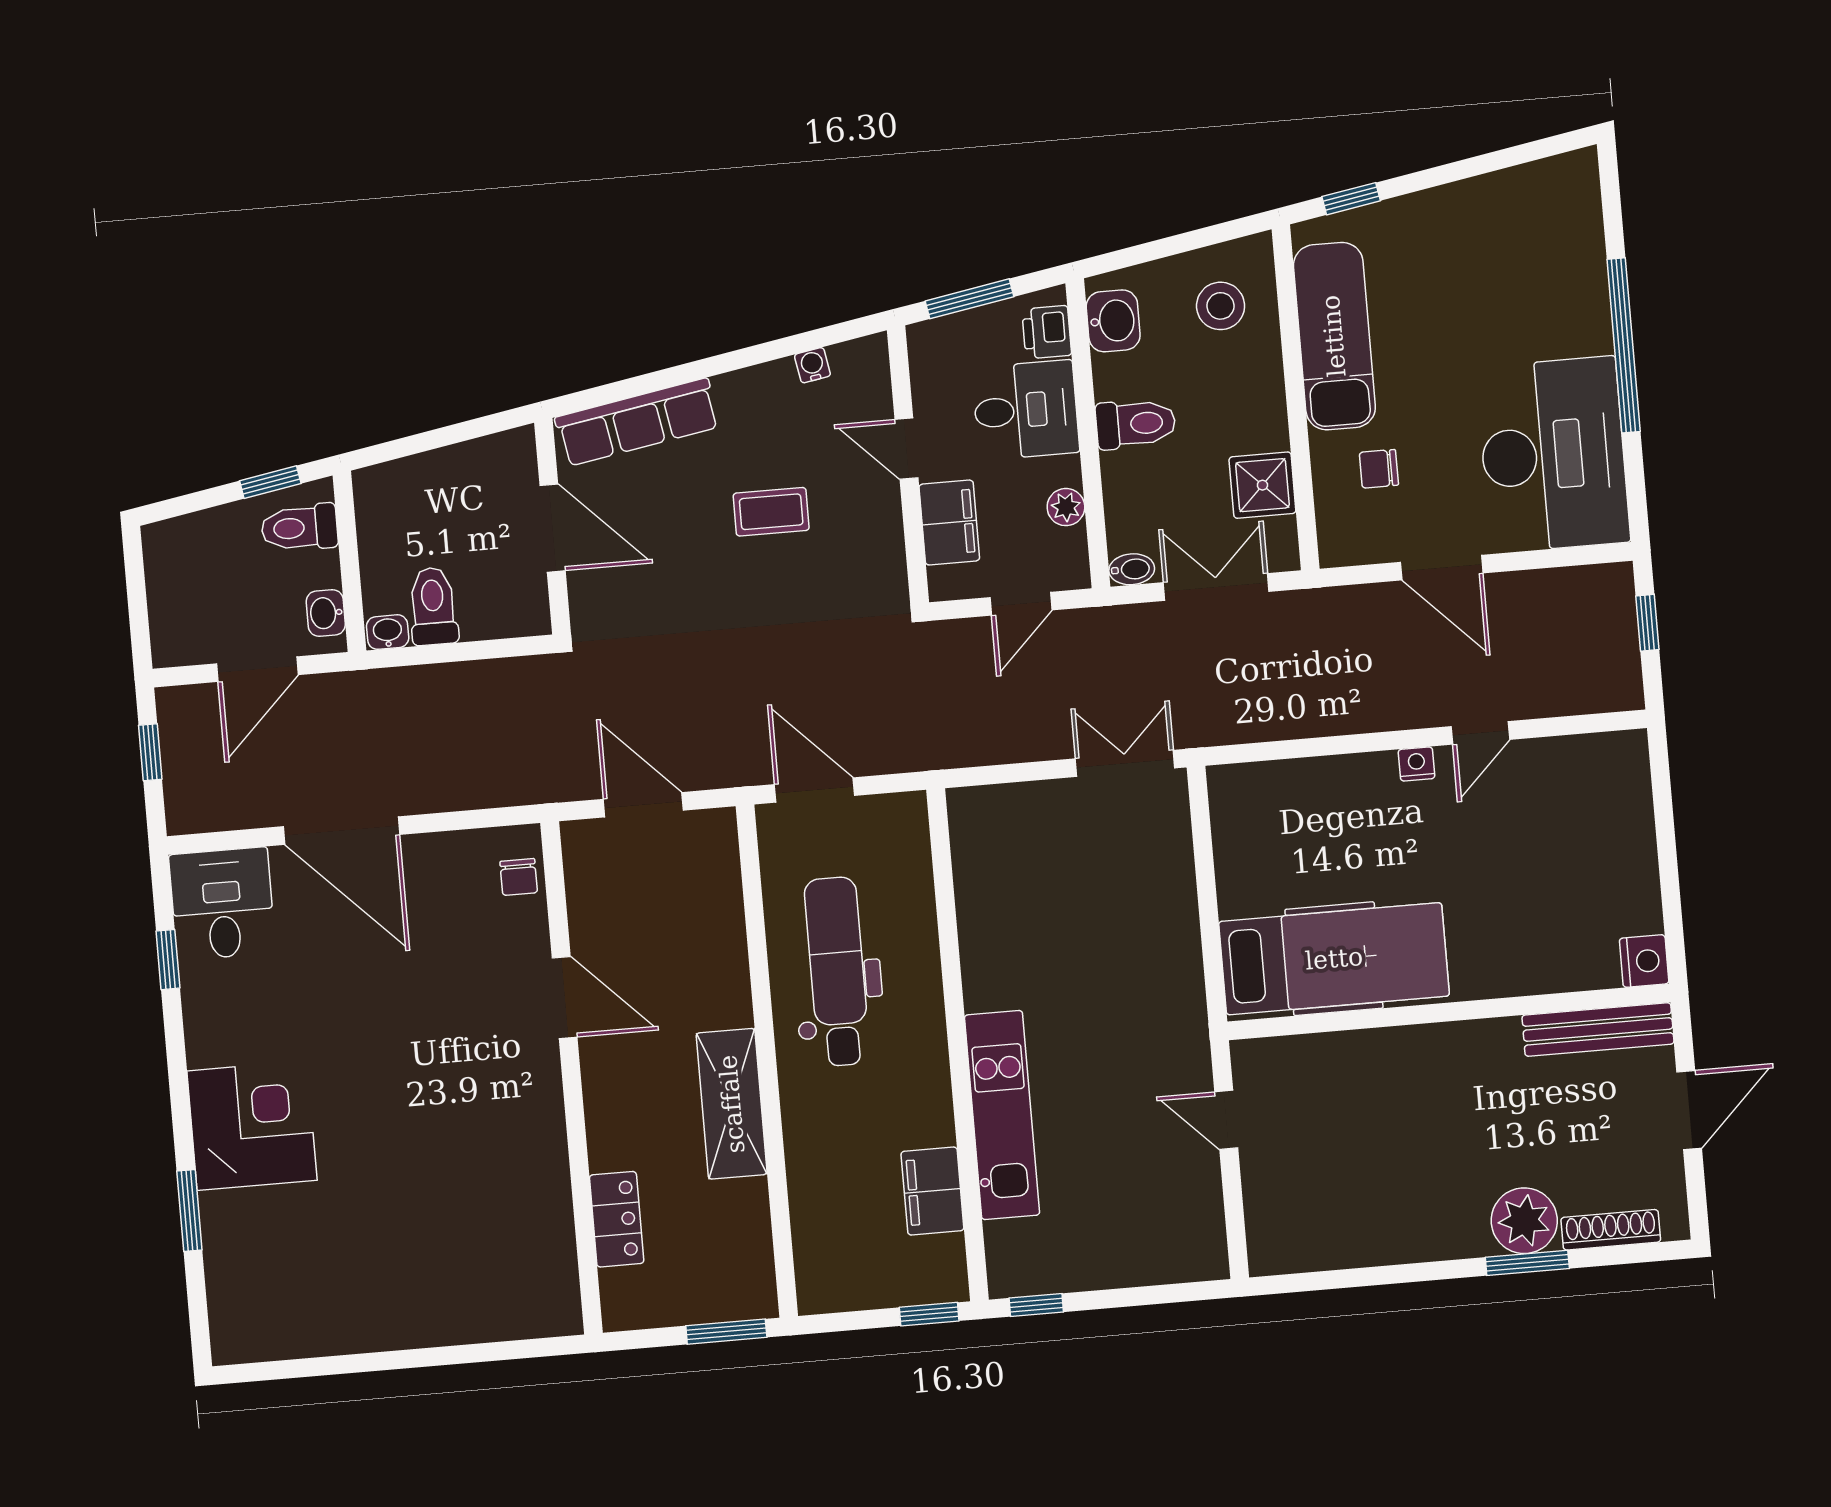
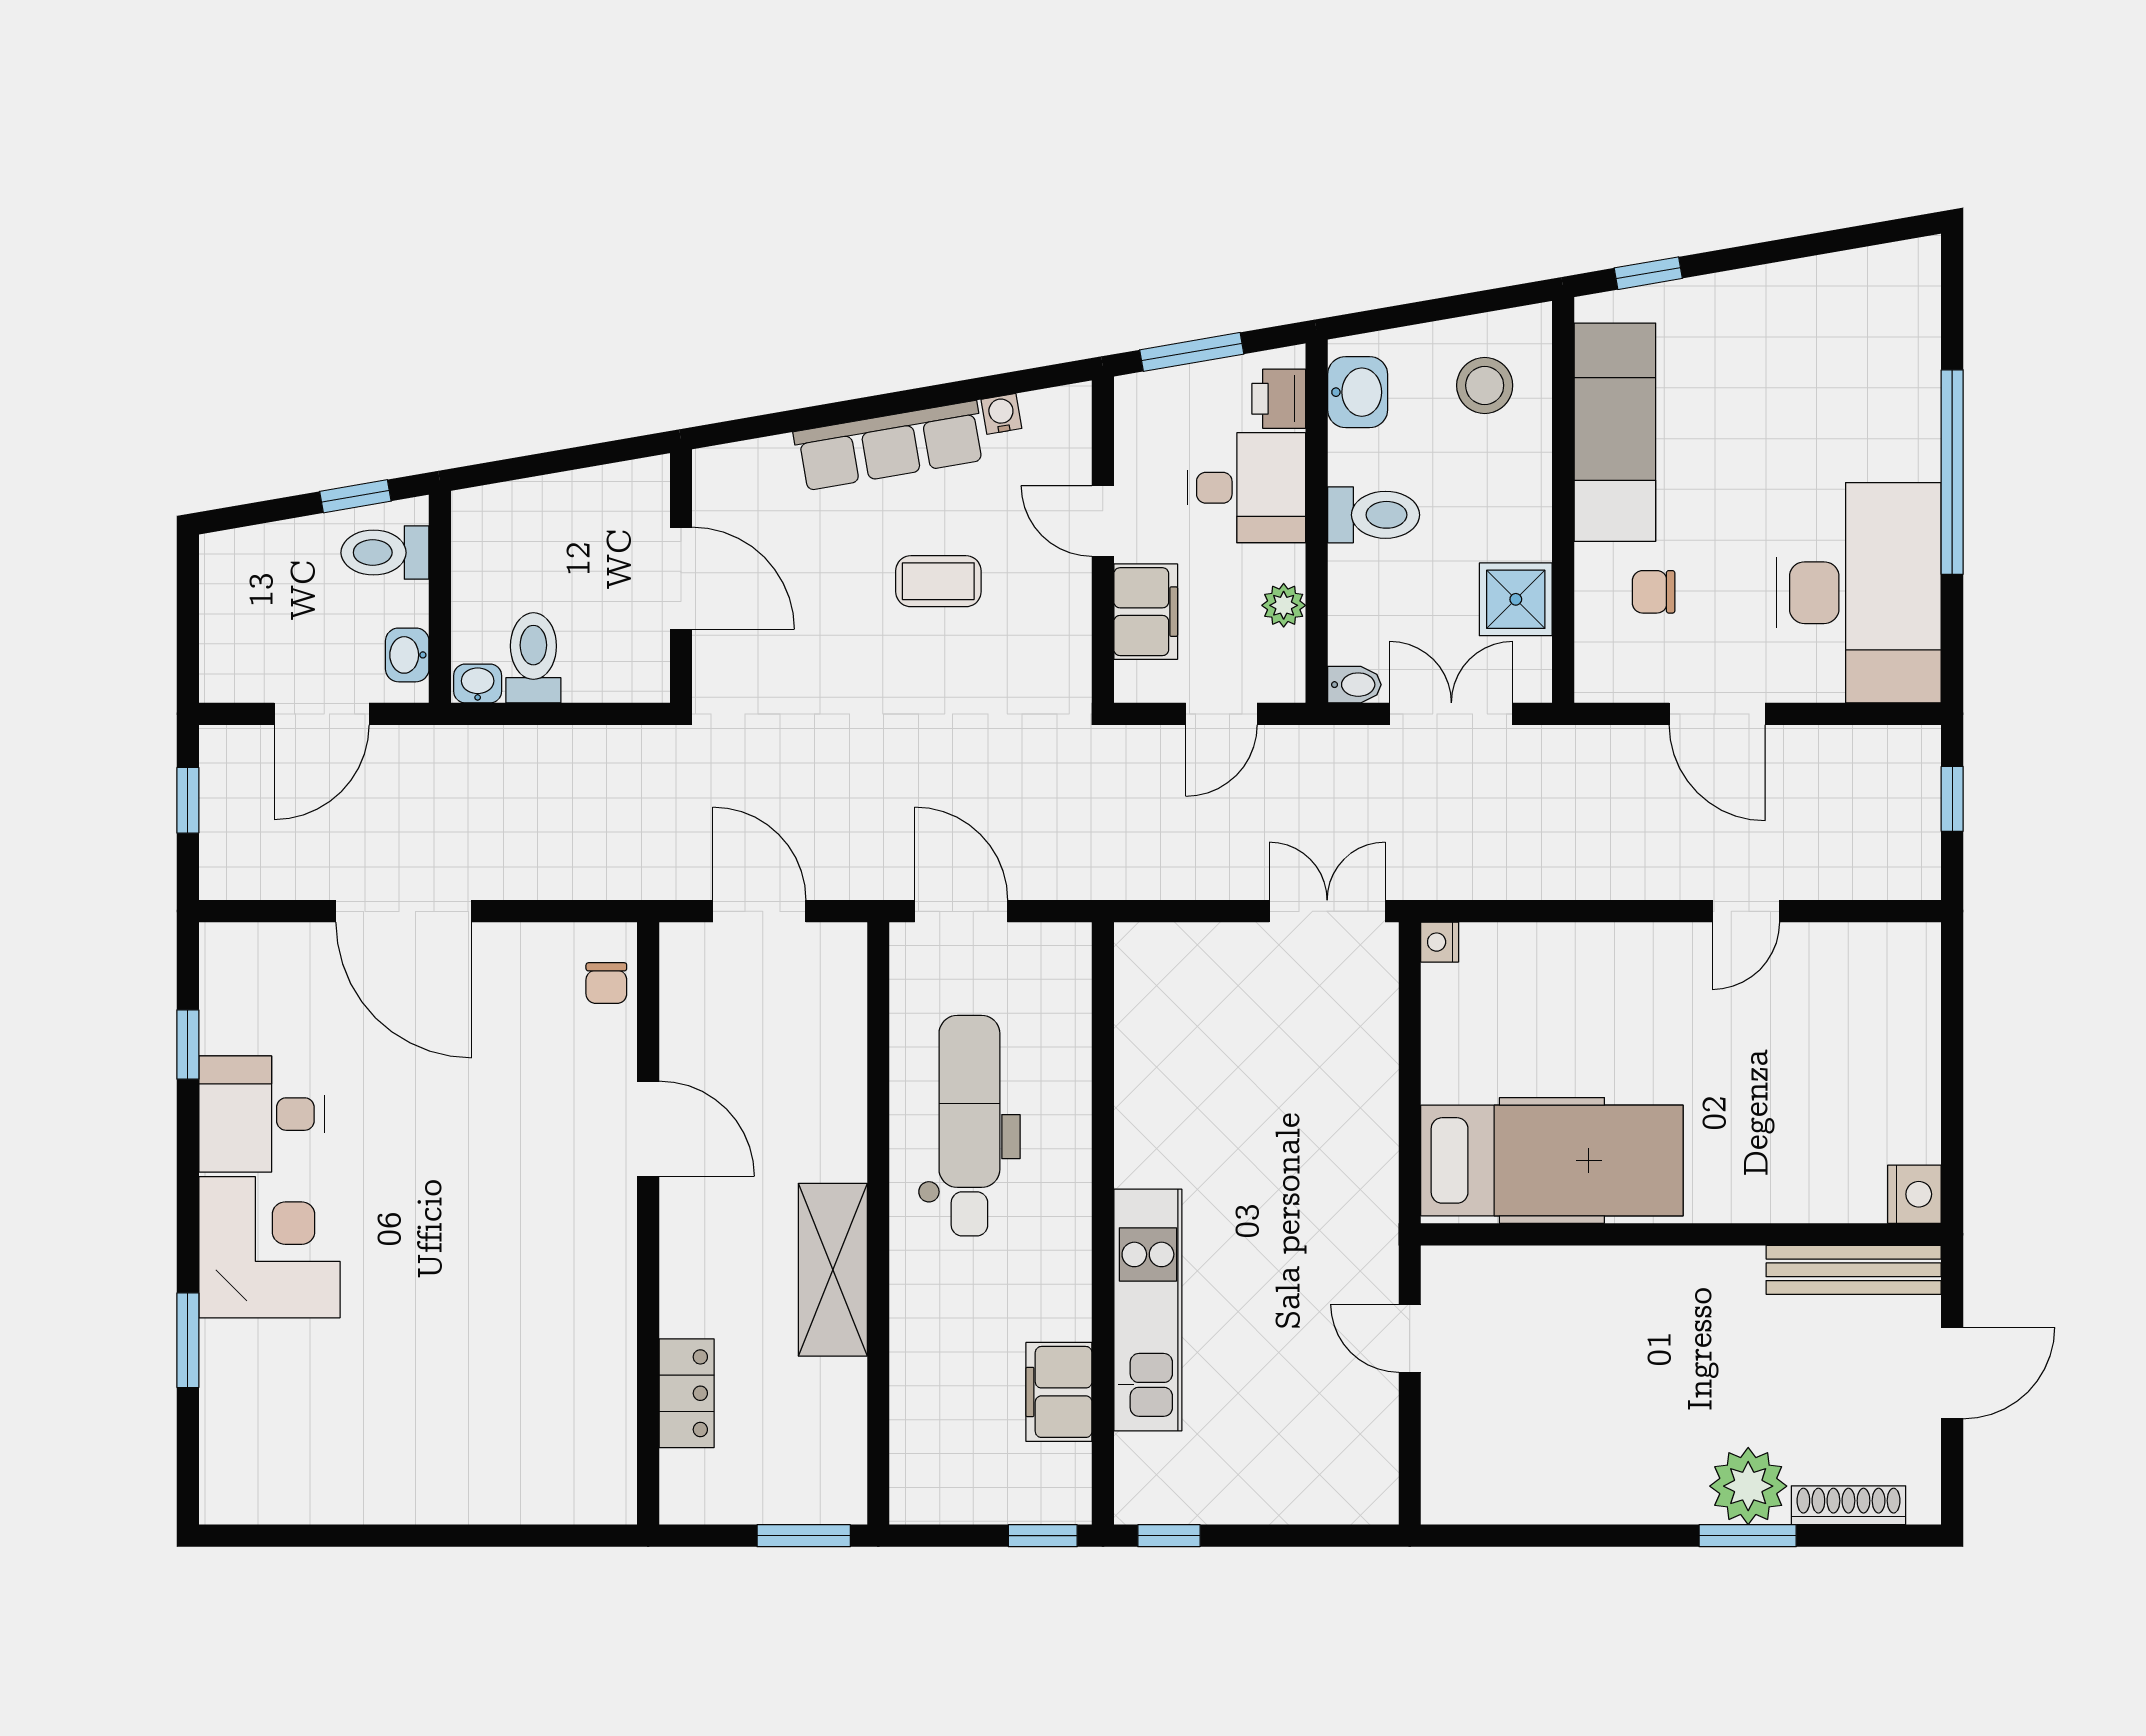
row of seats: (637, 422) -> (890, 446), moved
nightstand: (1417, 764) -> (1440, 942), moved, turned -90
desk: (222, 904) -> (262, 1114), moved, turned -90

